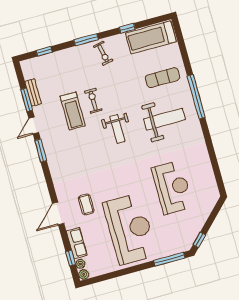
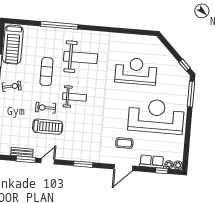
exercise mat: (163, 78) -> (46, 72), moved
window: (196, 97) -> (59, 25), moved
weight bench: (165, 119) -> (81, 57), turned 90
door: (34, 126) -> (48, 161), swing flipped
window: (41, 150) -> (83, 164), moved
door: (58, 213) -> (123, 168), hinge flipped

